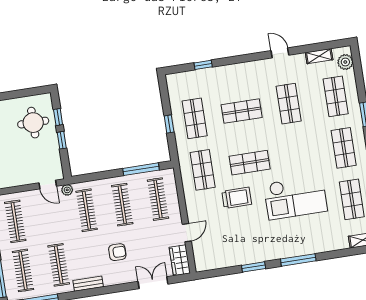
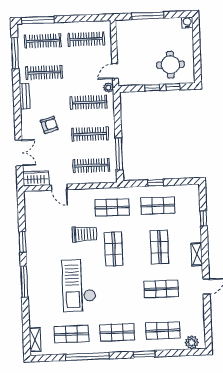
shelving: (319, 56) -> (197, 254), moved
trolley: (237, 198) -> (84, 234), turned -90
armchair: (117, 252) -> (49, 125), turned -106

